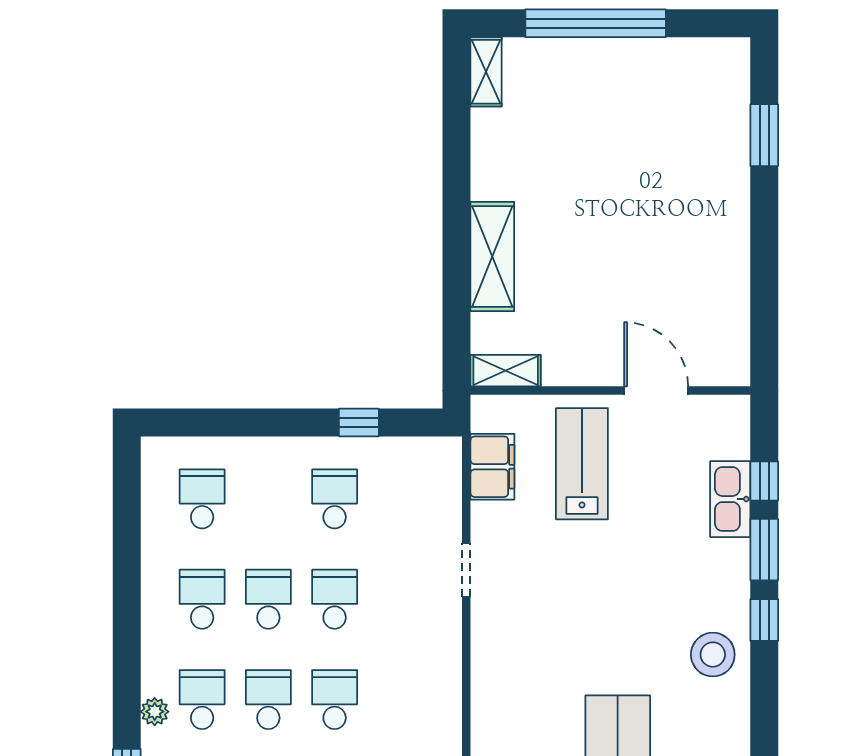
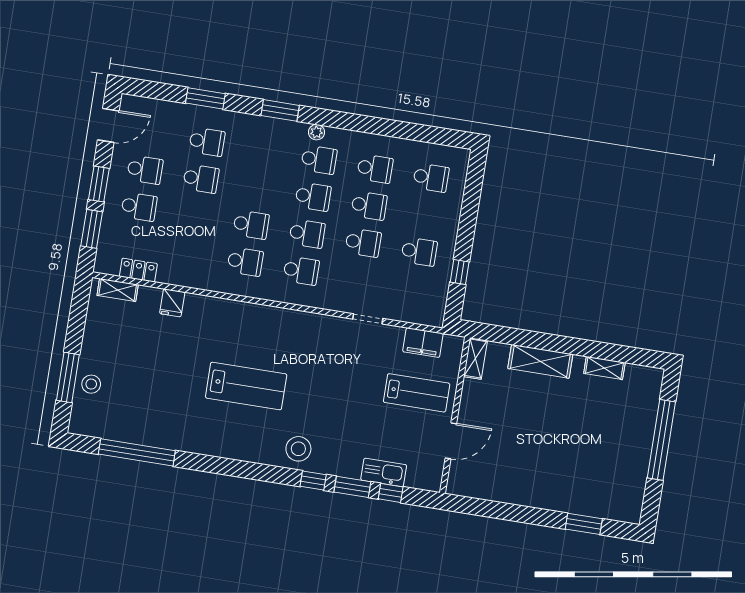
shelving: (486, 72) -> (604, 368), moved
school desk: (401, 700) -> (301, 271), added

